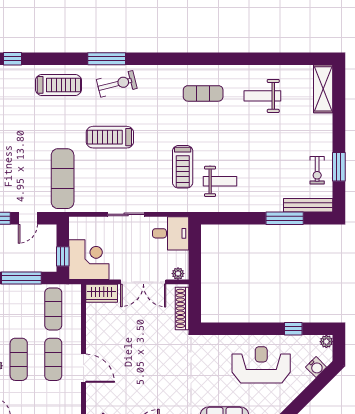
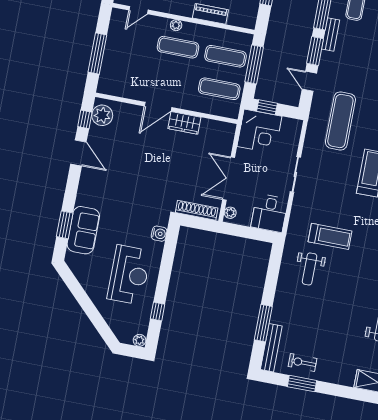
treadmill: (183, 167) -> (330, 236), turned 180
exercise mat: (63, 179) -> (340, 121), turned 90
wardrobe: (102, 293) -> (184, 123), moved, turned -90
exercise mat: (53, 359) -> (225, 56), moved
water cooler: (316, 367) -> (159, 234), moved, turned -135

